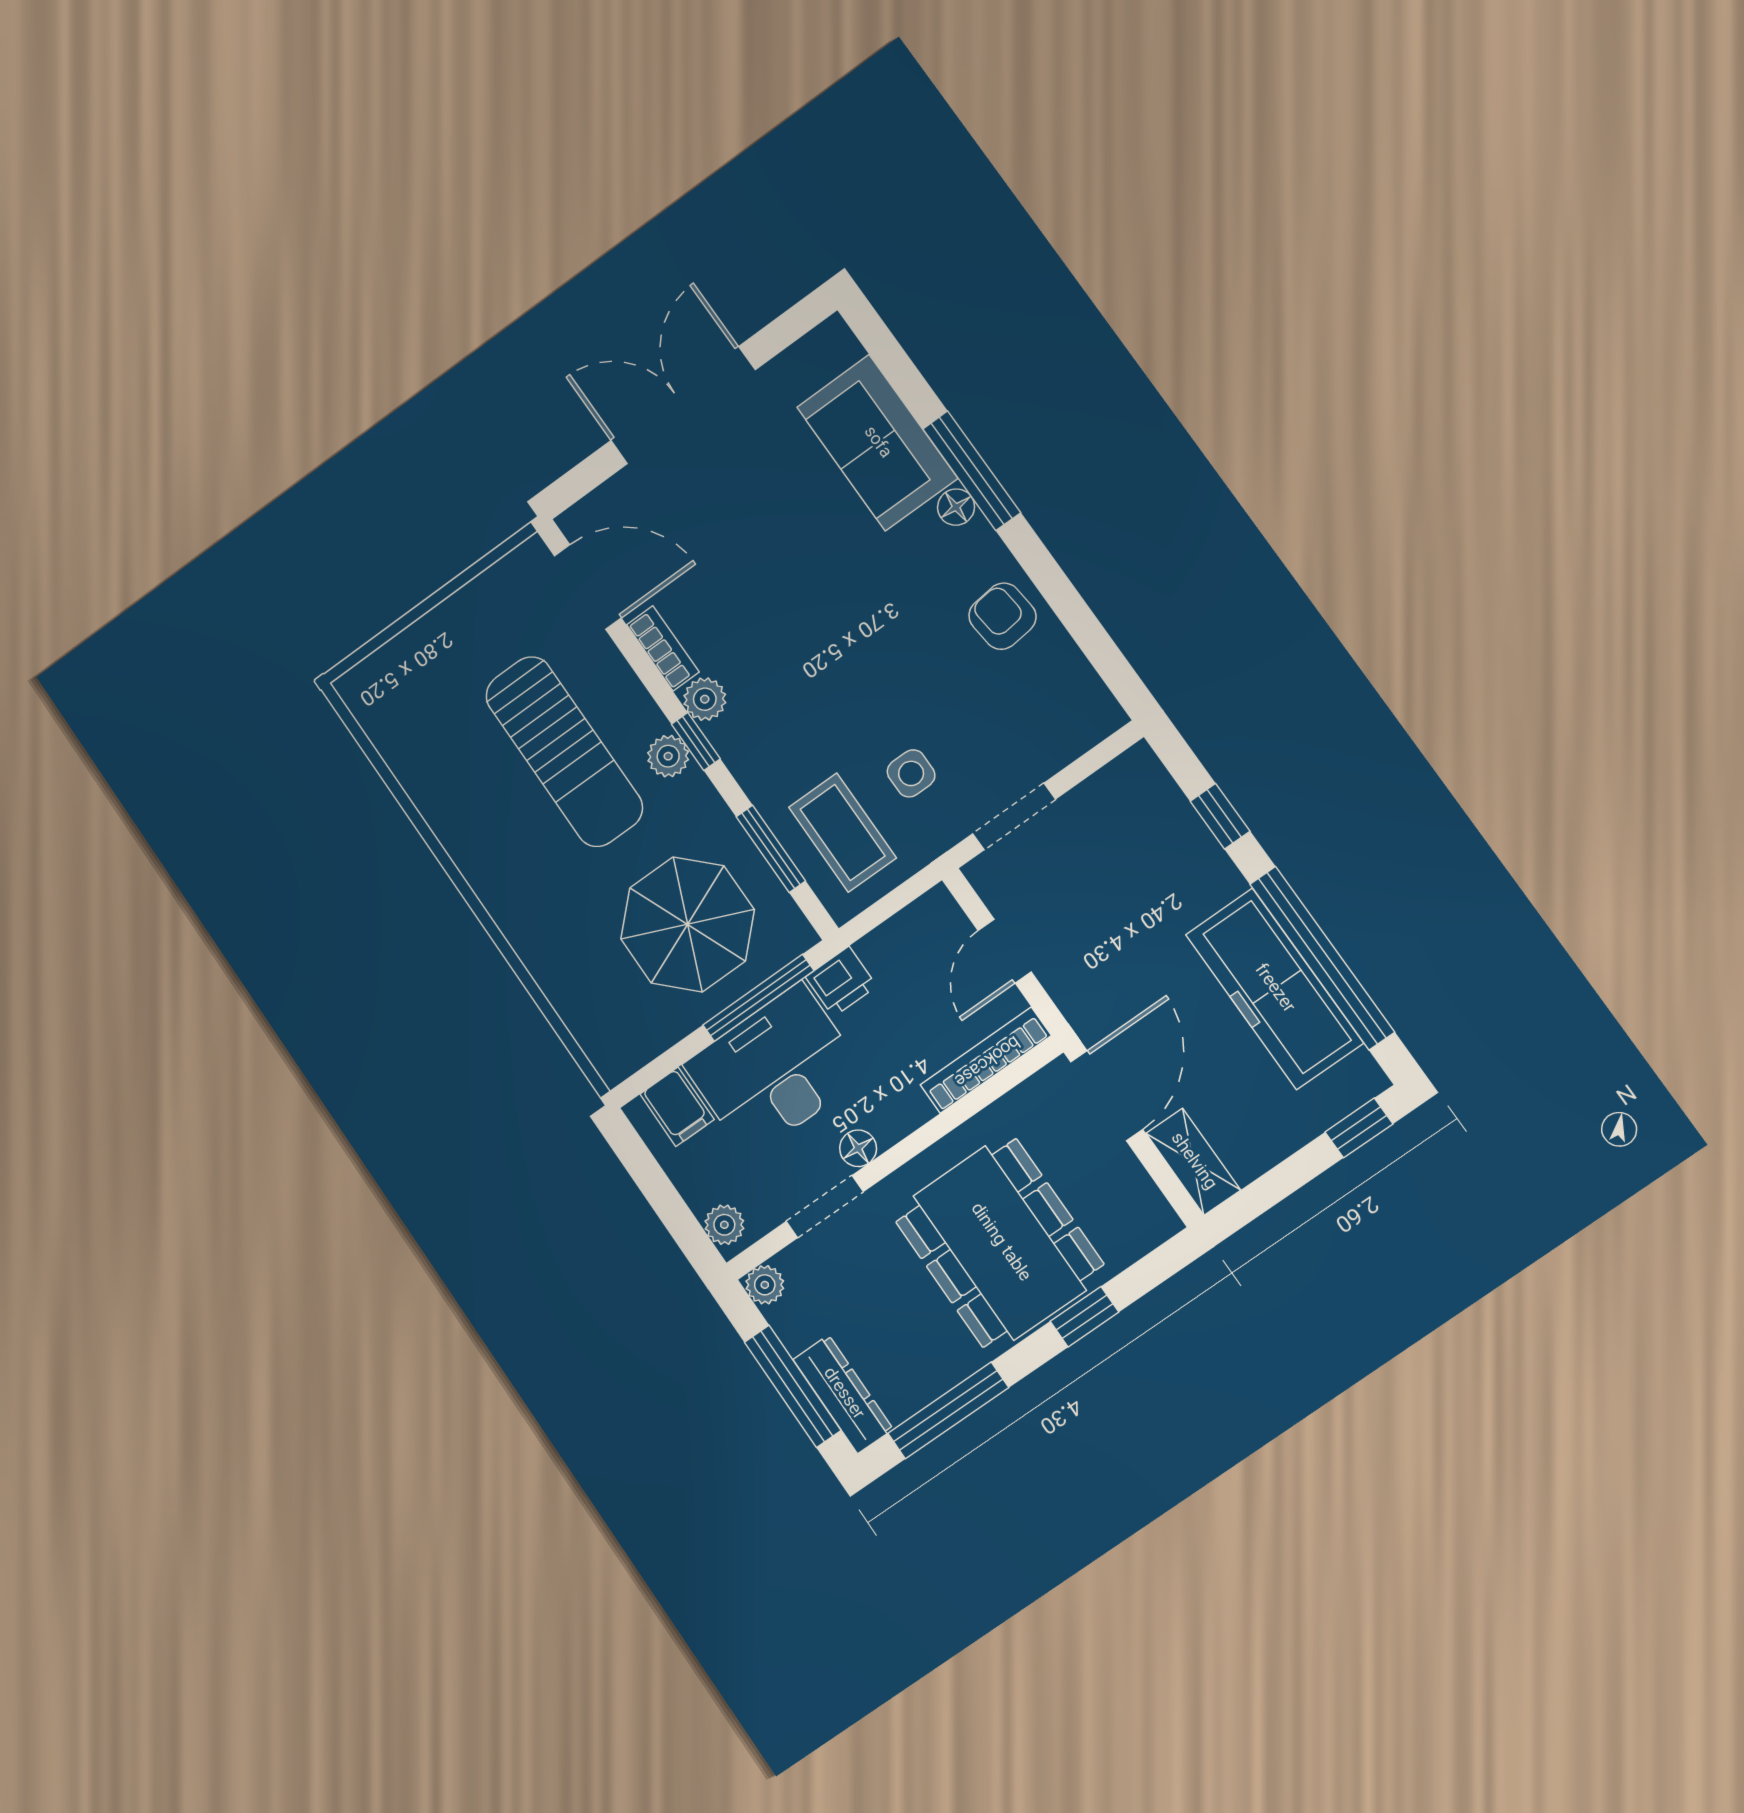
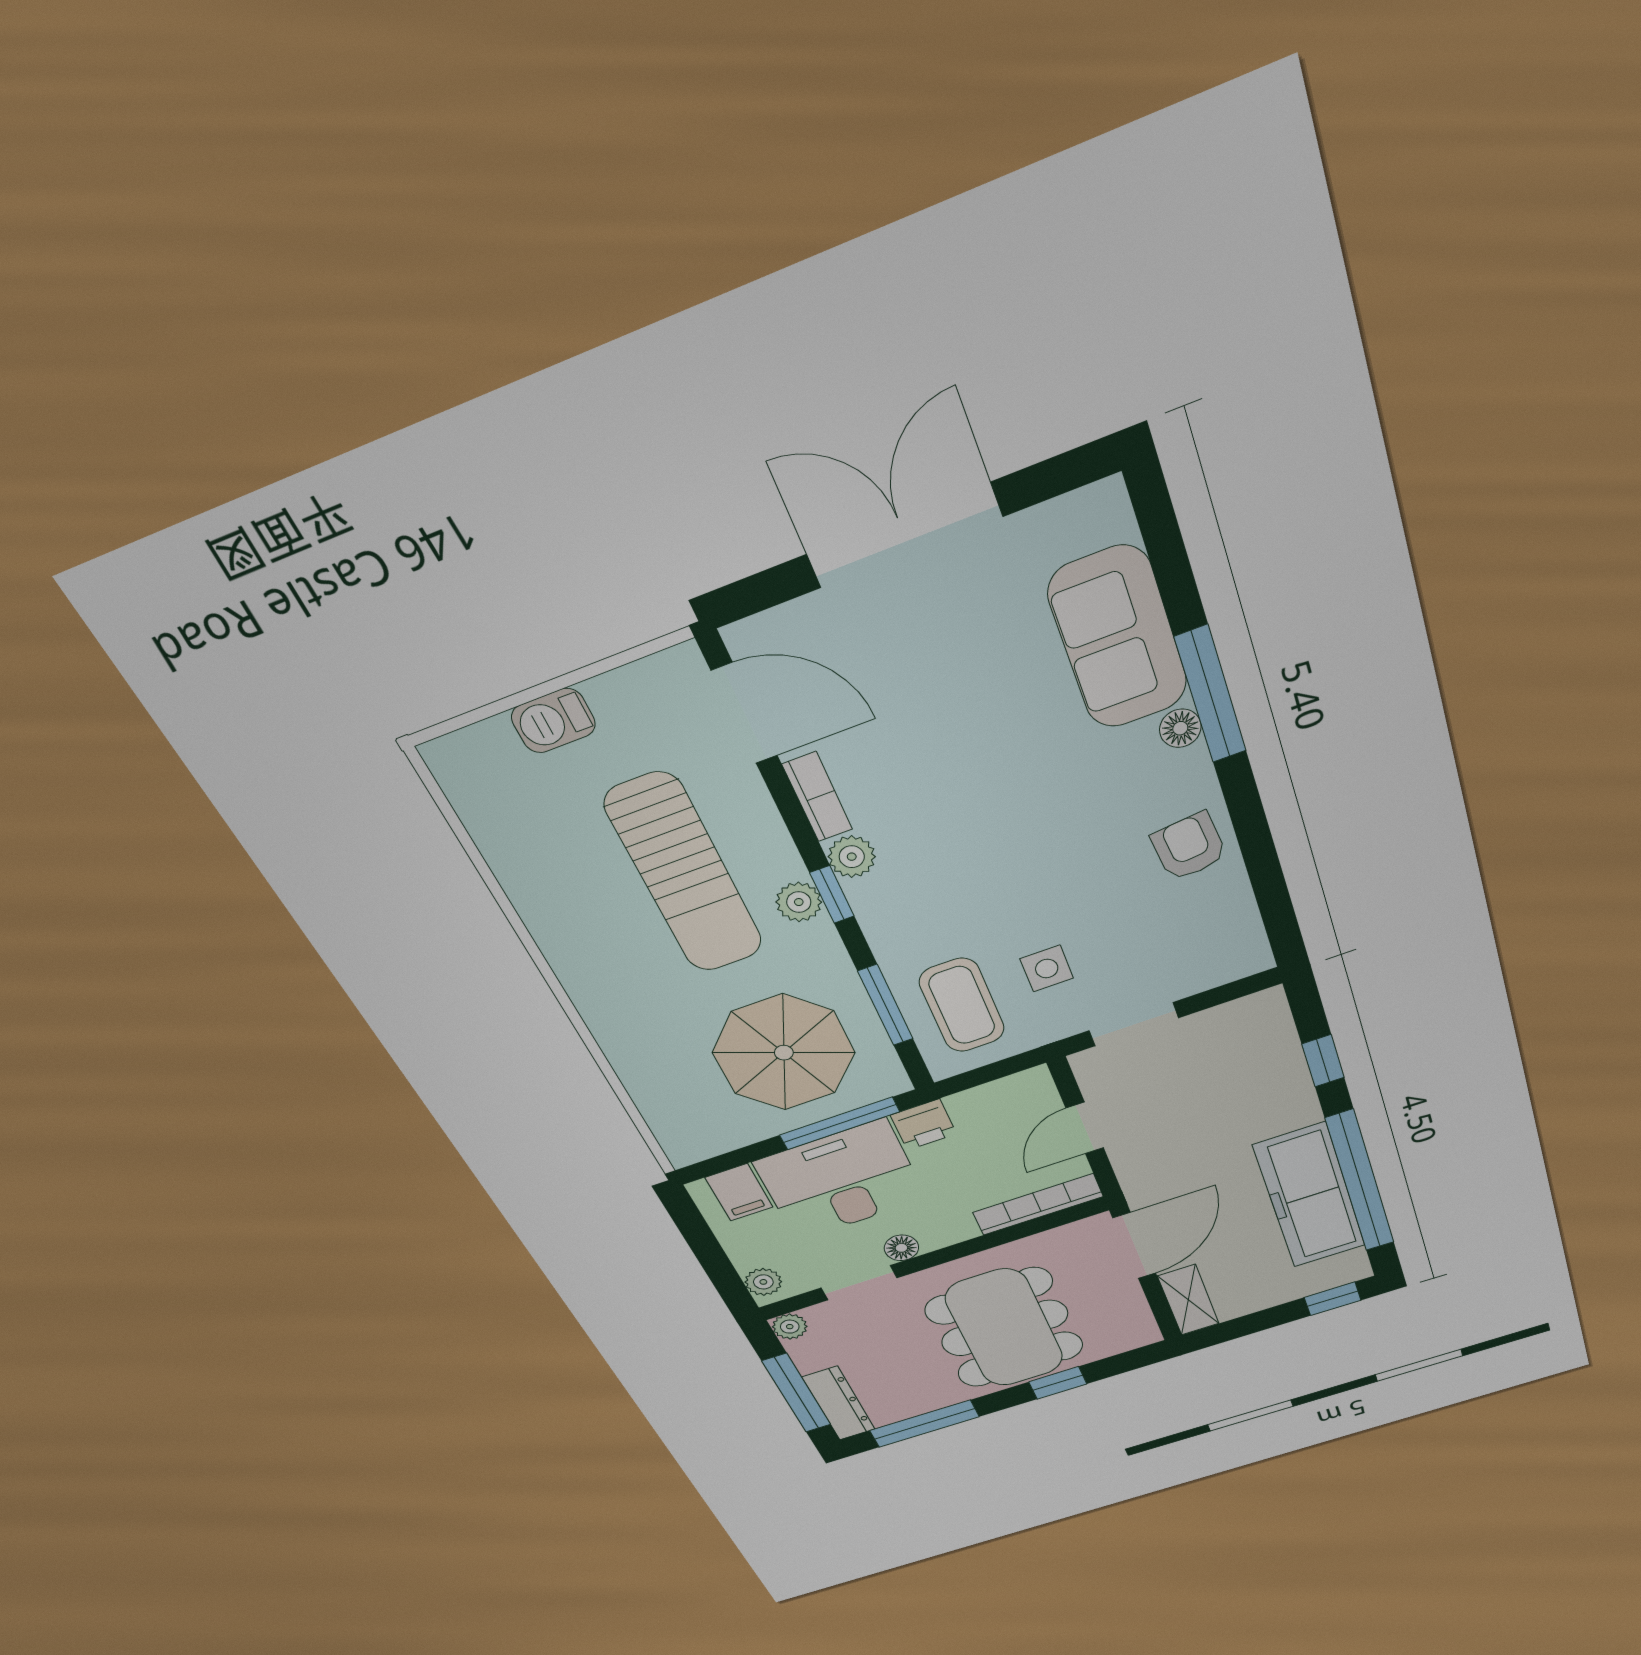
barbecue: (436, 632) -> (553, 721), added

